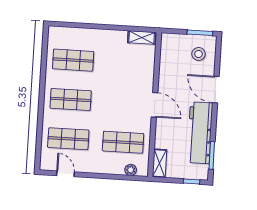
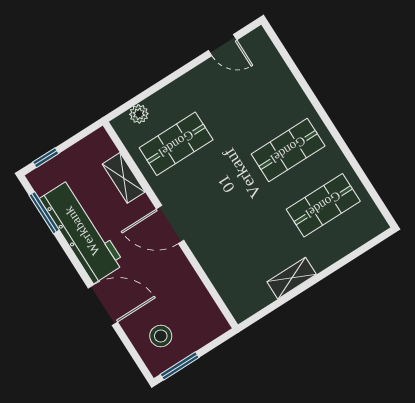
shelving: (142, 38) -> (292, 278), moved
shop shelf: (68, 139) -> (253, 95), removed
shelving: (159, 163) -> (124, 178), moved

